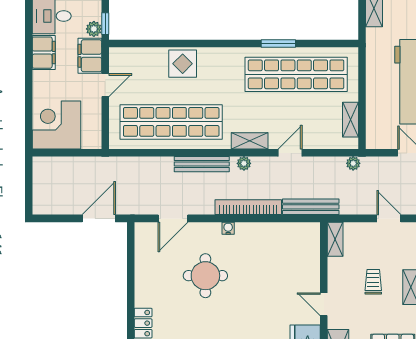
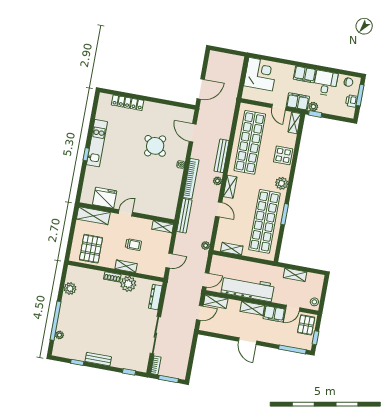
shelving: (126, 55) -> (294, 123), added
plant: (229, 58) -> (282, 183), added
door: (99, 218) -> (201, 89), hinge flipped
round table: (205, 276) -> (155, 146), turned 36

